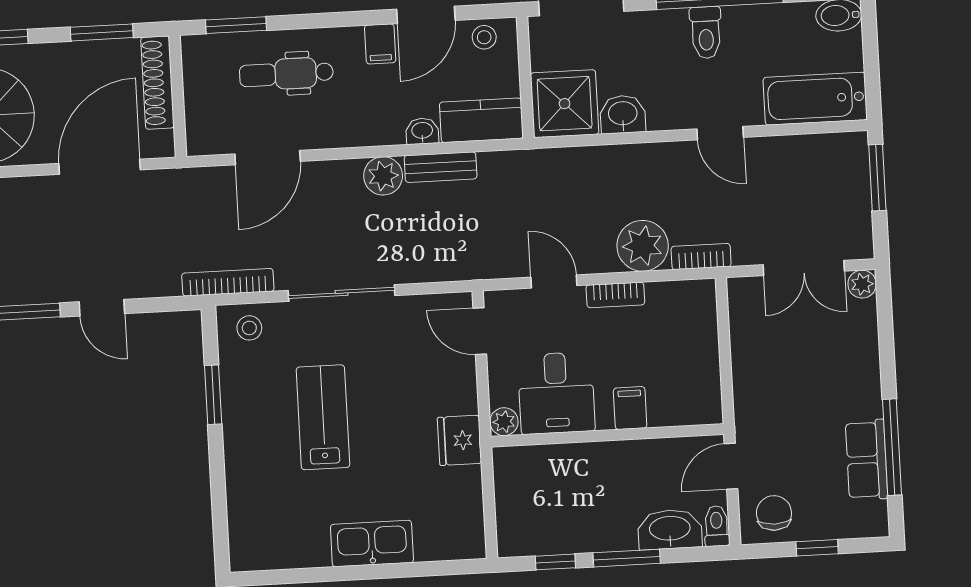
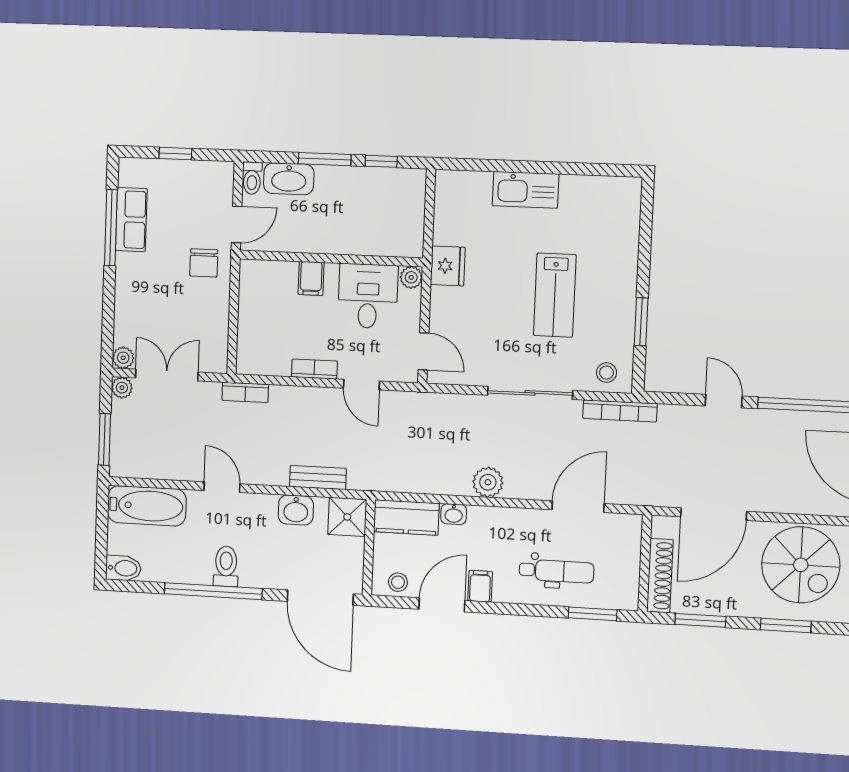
shower: (565, 104) -> (347, 517), width x0.73, depth x0.73
bench: (441, 167) -> (318, 478), moved
plant: (643, 246) -> (122, 388), moved, width x0.53, depth x0.53
chair: (774, 513) -> (204, 263), moved

